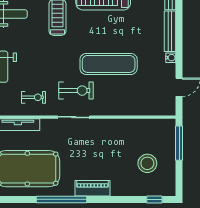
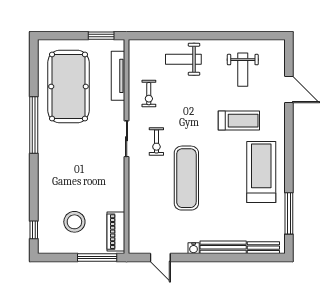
exercise bike: (76, 91) -> (156, 141), width x0.73, depth x0.72
piano: (92, 188) -> (116, 232), moved, turned 180

